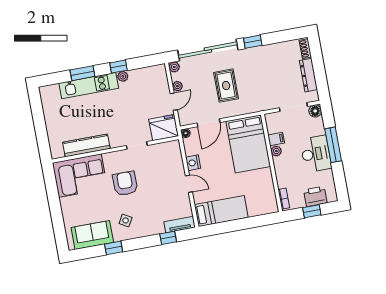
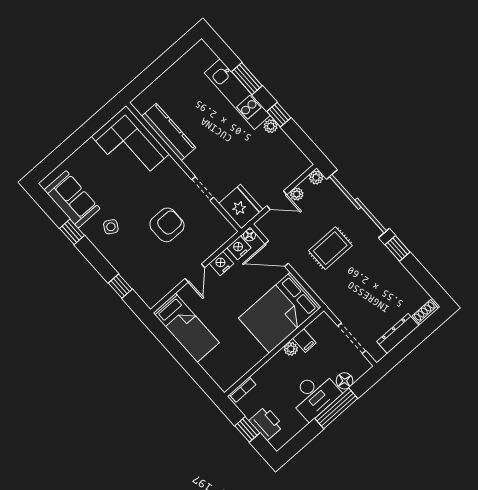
floor lamp: (315, 111) -> (345, 381), moved
nightstand: (190, 145) -> (239, 248), added
armchair: (125, 183) -> (167, 225), moved
tv unit: (180, 225) -> (143, 290), removed

